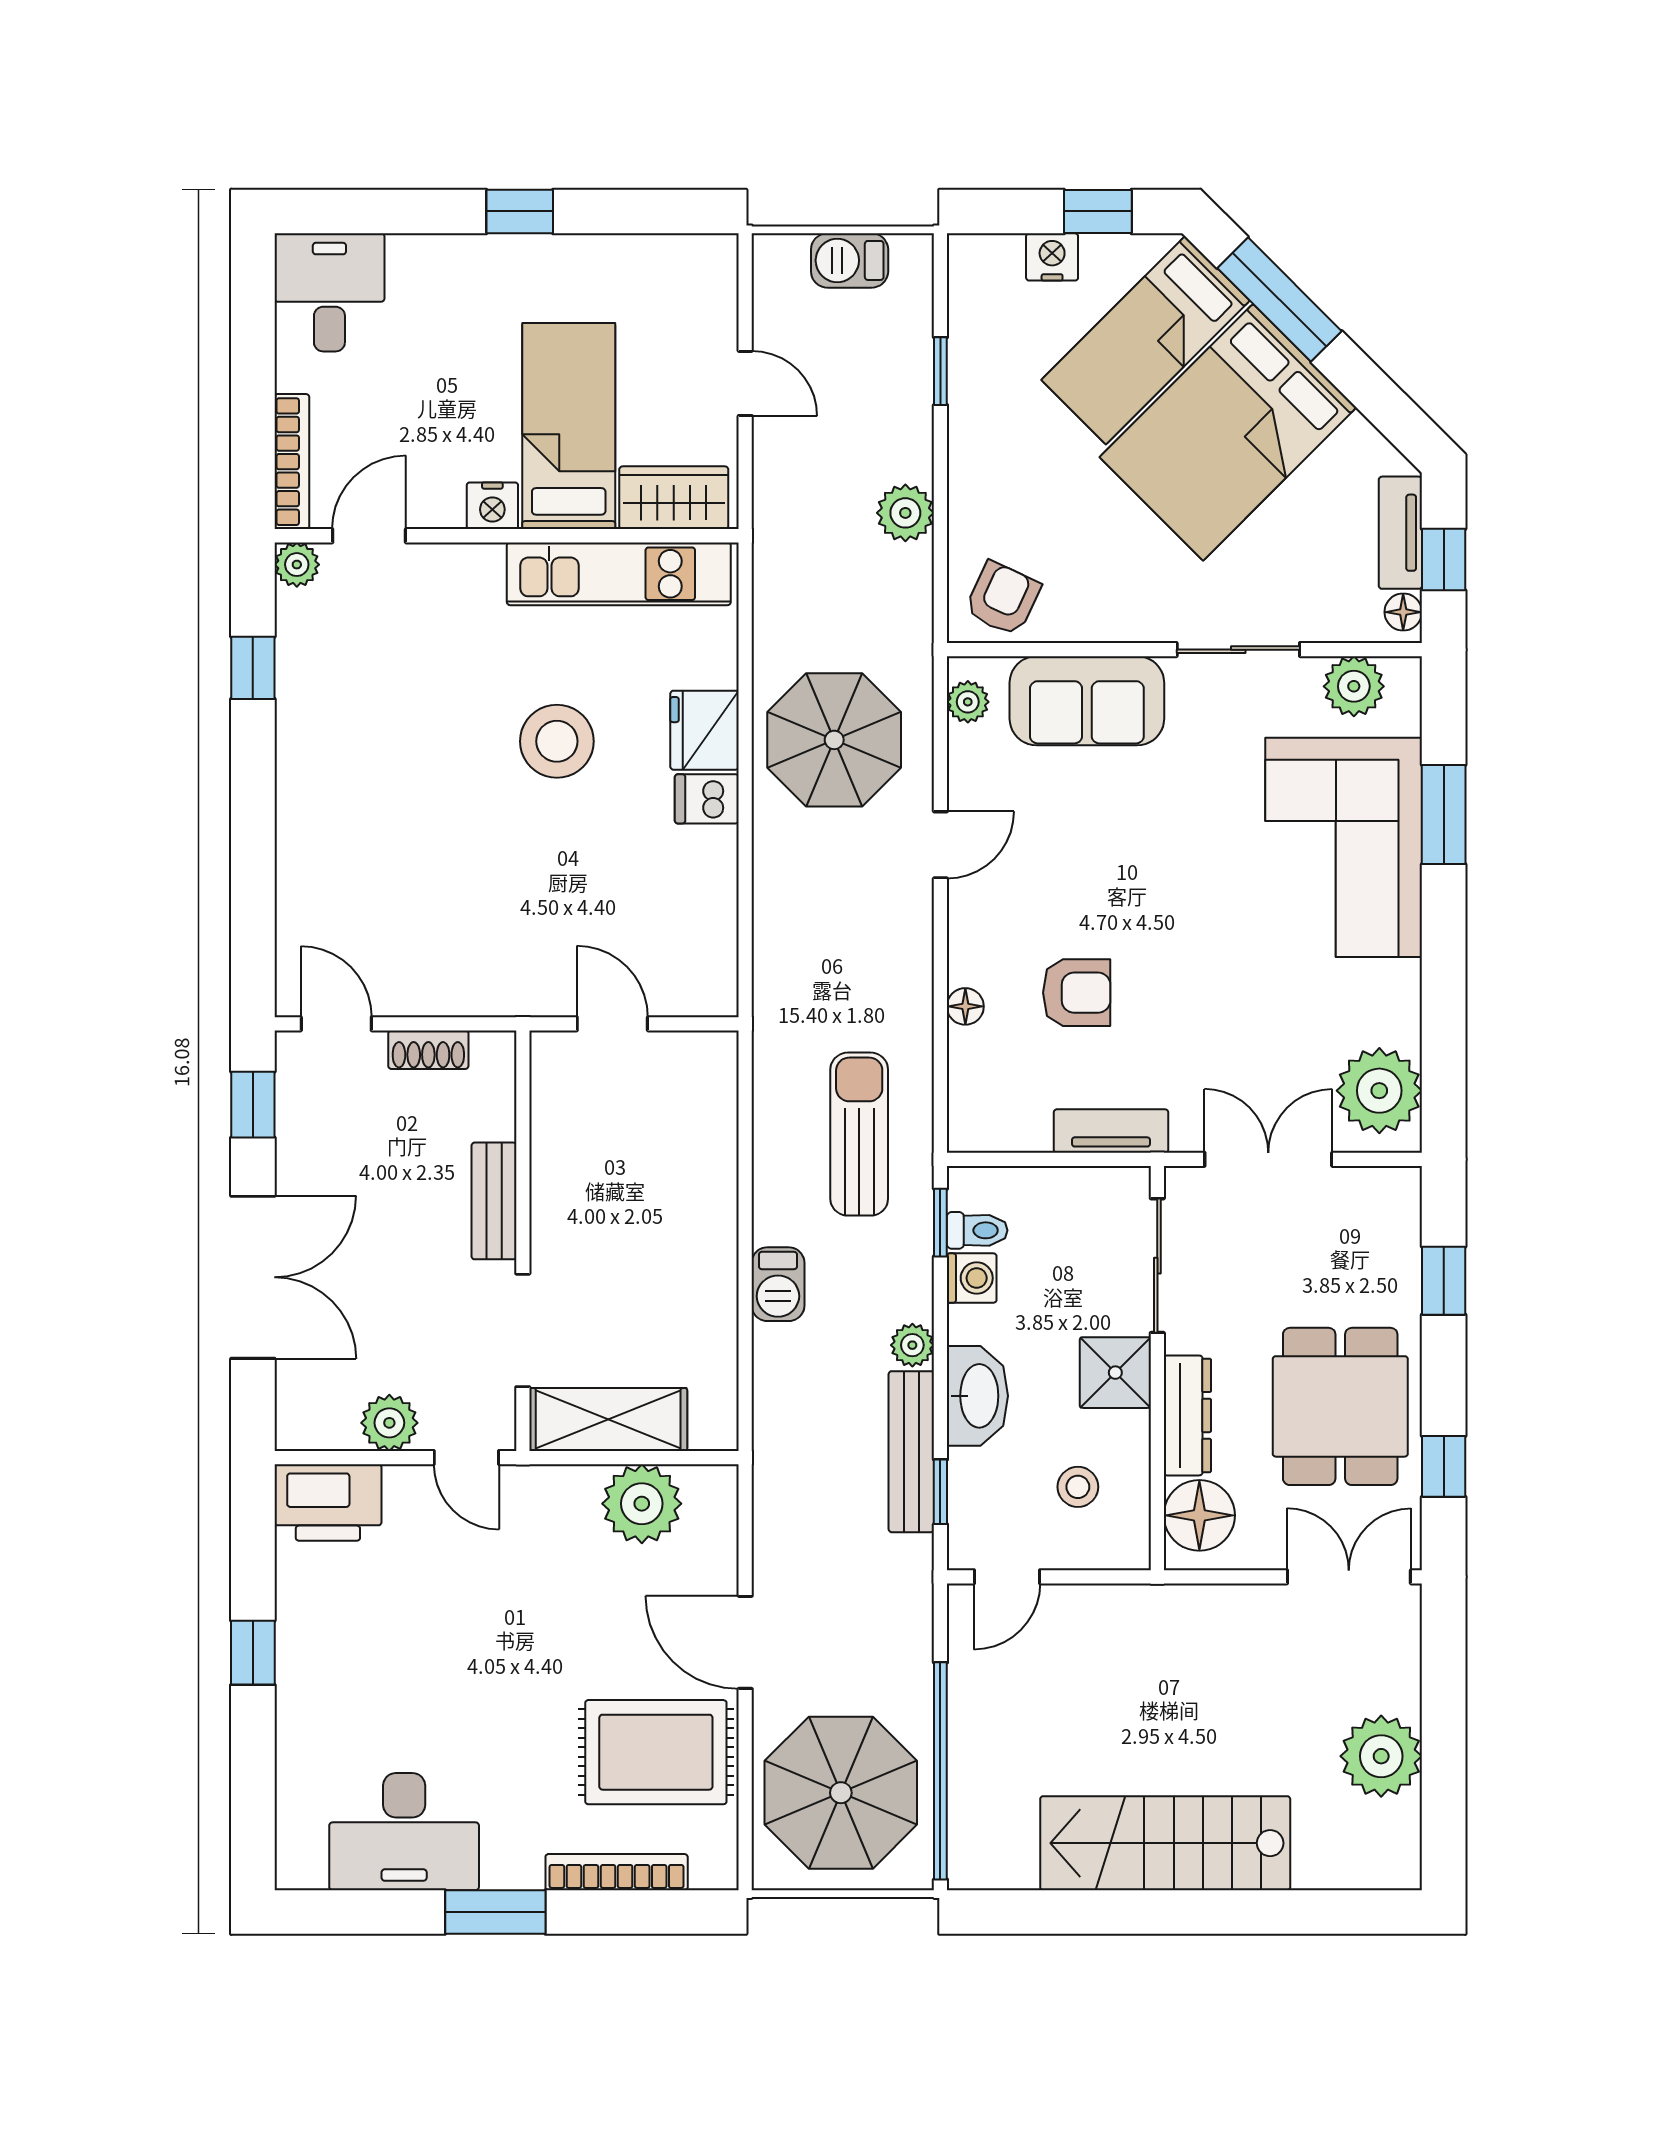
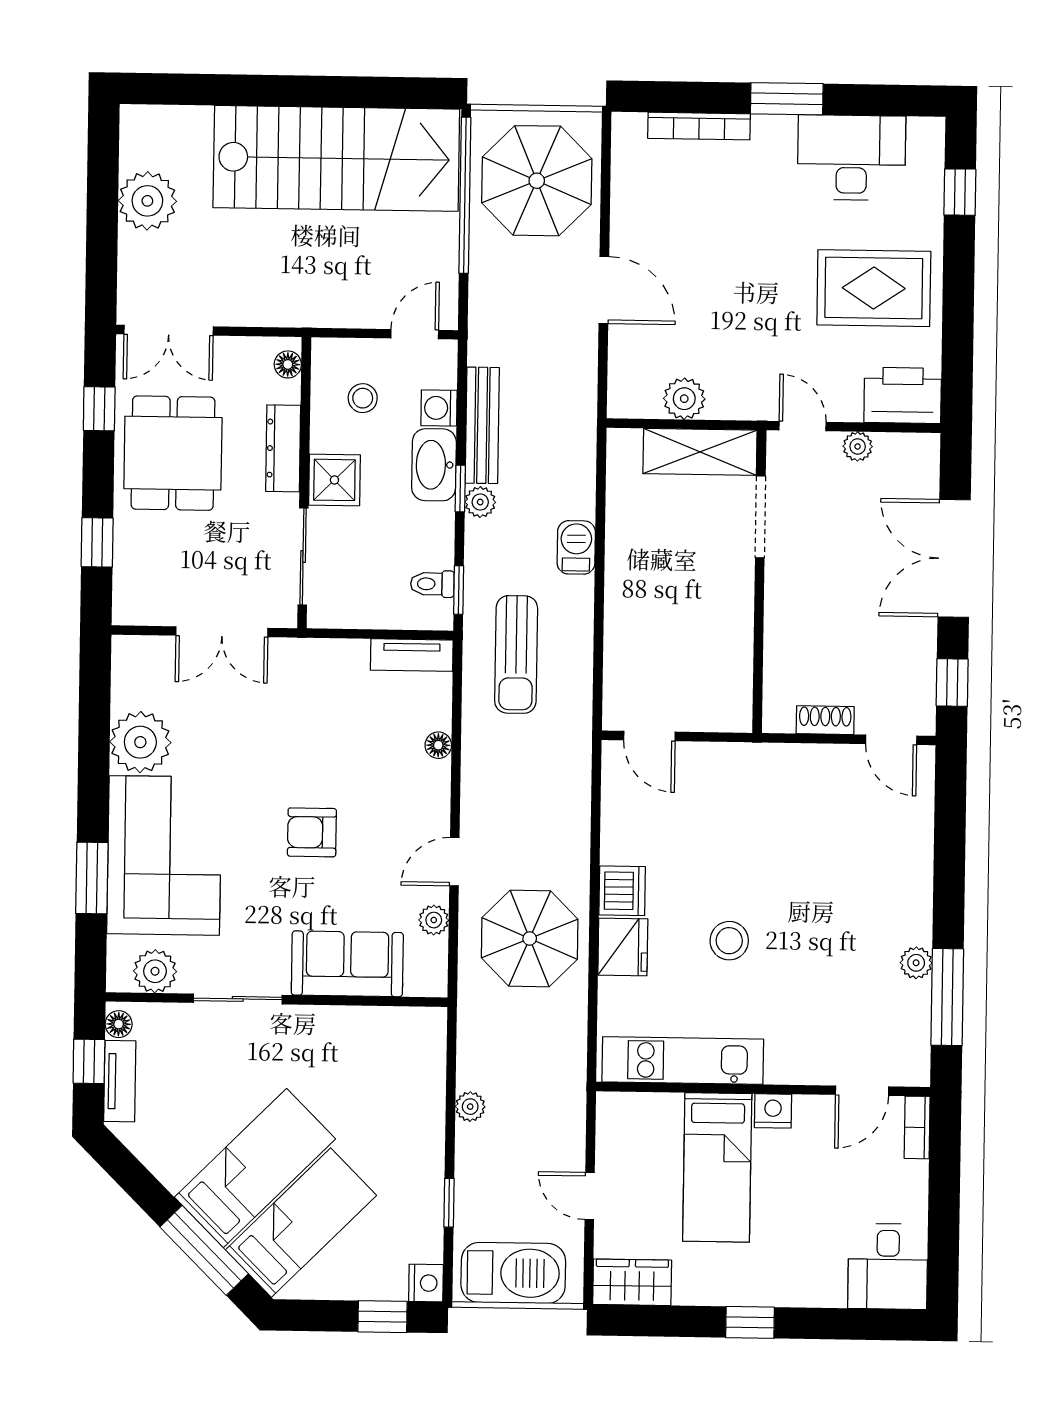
window: (1098, 211) -> (383, 1317), moved
nightstand: (1052, 257) -> (426, 1283), moved, turned -90
barbecue: (850, 260) -> (513, 1273), width x1.88, depth x1.53
bed: (1228, 432) -> (255, 1168), width x0.67
bookcase: (292, 462) -> (917, 1127), width x0.64
wardrobe: (674, 498) -> (632, 1282), moved, turned 180
plant: (905, 513) -> (470, 1107), width x0.73, depth x0.73
plant: (297, 565) -> (916, 963), moved
armchair: (1003, 599) -> (407, 1038), removed
window: (253, 668) -> (947, 997), width x2.17
plant: (968, 702) -> (434, 920), moved
stool: (557, 741) -> (729, 941), width x0.73, depth x0.73
dishwasher: (707, 799) -> (622, 891), width x1.38
armchair: (1077, 993) -> (312, 832), moved
door: (612, 1024) -> (649, 736), moved
plant: (1379, 1091) -> (140, 742), moved
tv unit: (1111, 1131) -> (412, 655), moved
bench: (494, 1201) -> (780, 611), removed
washing machine: (972, 1278) -> (439, 408), moved
plant: (389, 1423) -> (858, 446), width x0.73, depth x0.73
window: (940, 1492) -> (460, 489), moved
plant: (642, 1504) -> (684, 399), width x0.73, depth x0.73
floor lamp: (1199, 1515) -> (288, 364), width x0.53, depth x0.53
window: (253, 1653) -> (960, 192), moved
rug: (656, 1752) -> (874, 288), moved
stairs: (1165, 1843) -> (336, 158), width x1.36, depth x1.51

